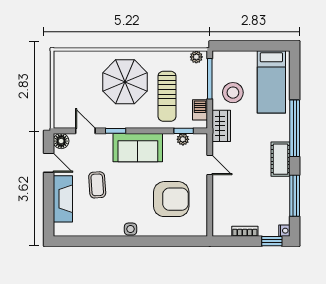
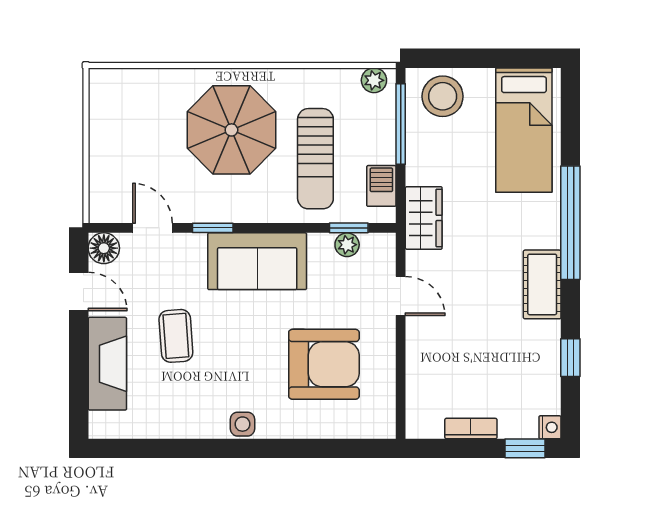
stool: (233, 93) -> (443, 96), moved
window: (295, 196) -> (570, 358), width x0.46

